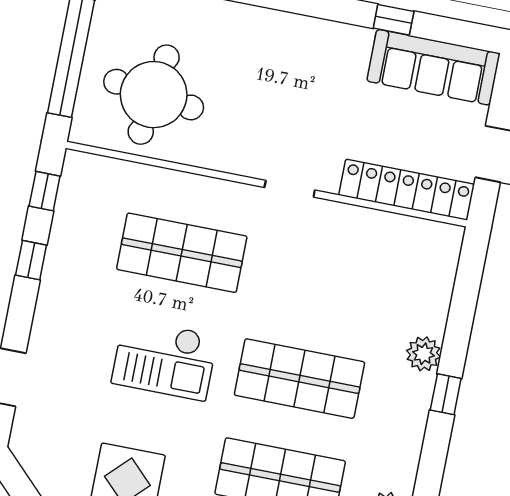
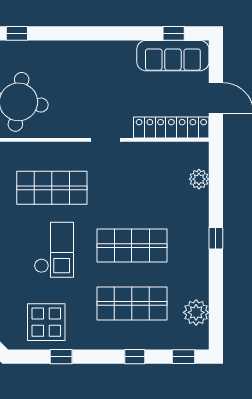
window: (394, 20) -> (174, 33), moved
plant: (424, 354) -> (199, 179), moved
checkout: (164, 359) -> (54, 250), turned -90

